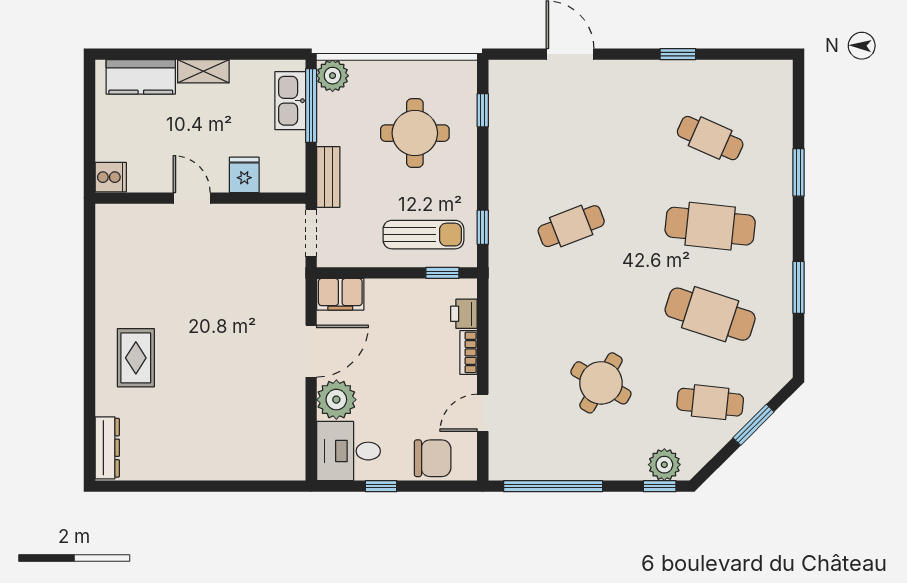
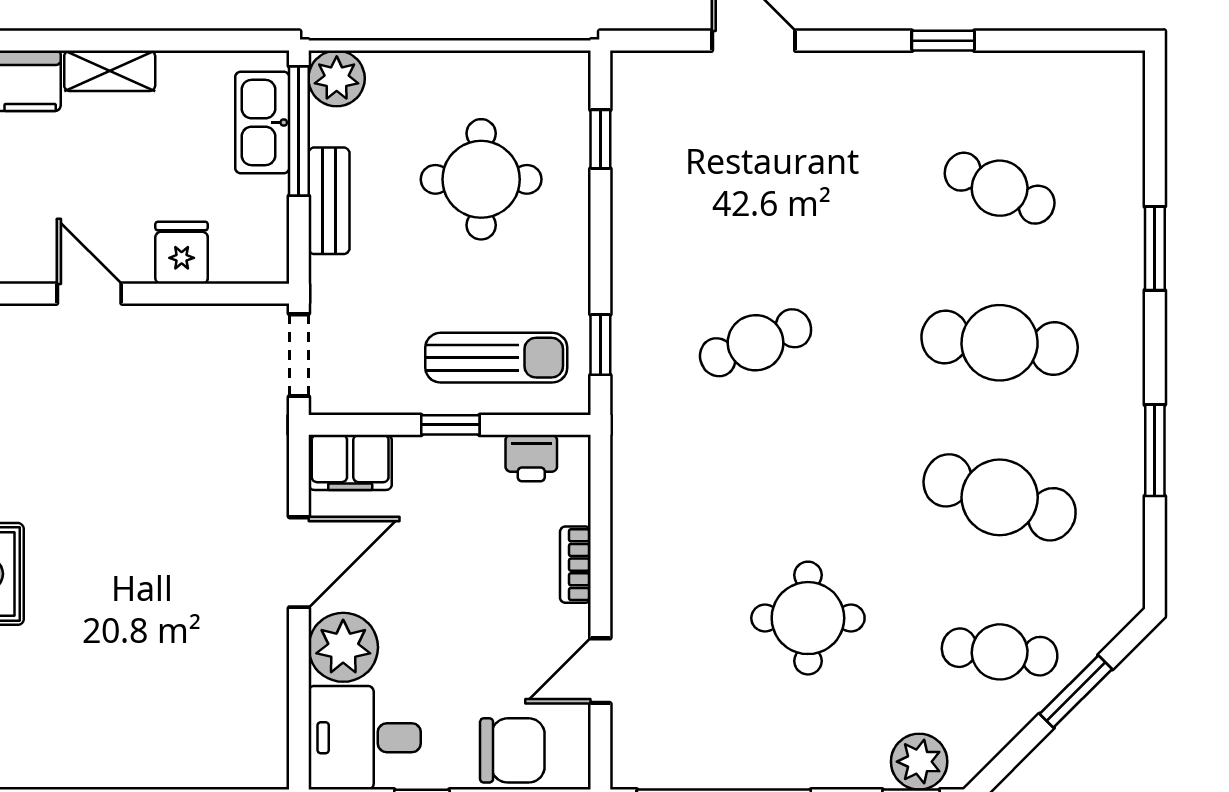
bench: (328, 177) -> (329, 201), moved
window: (442, 273) -> (450, 425), moved
printer: (464, 314) -> (531, 458), moved, turned -90
round table: (601, 383) -> (808, 618), turned -30

